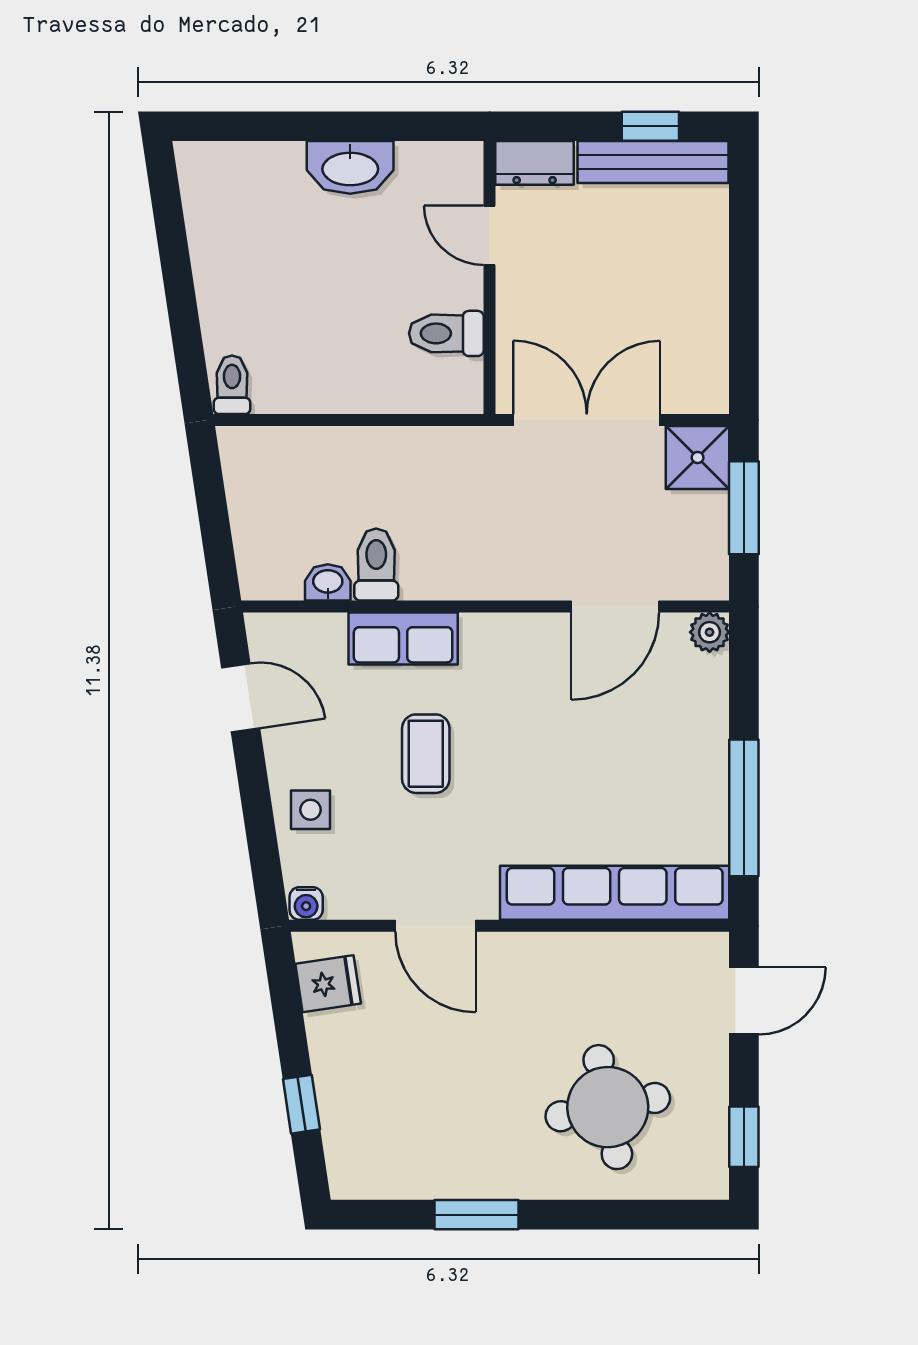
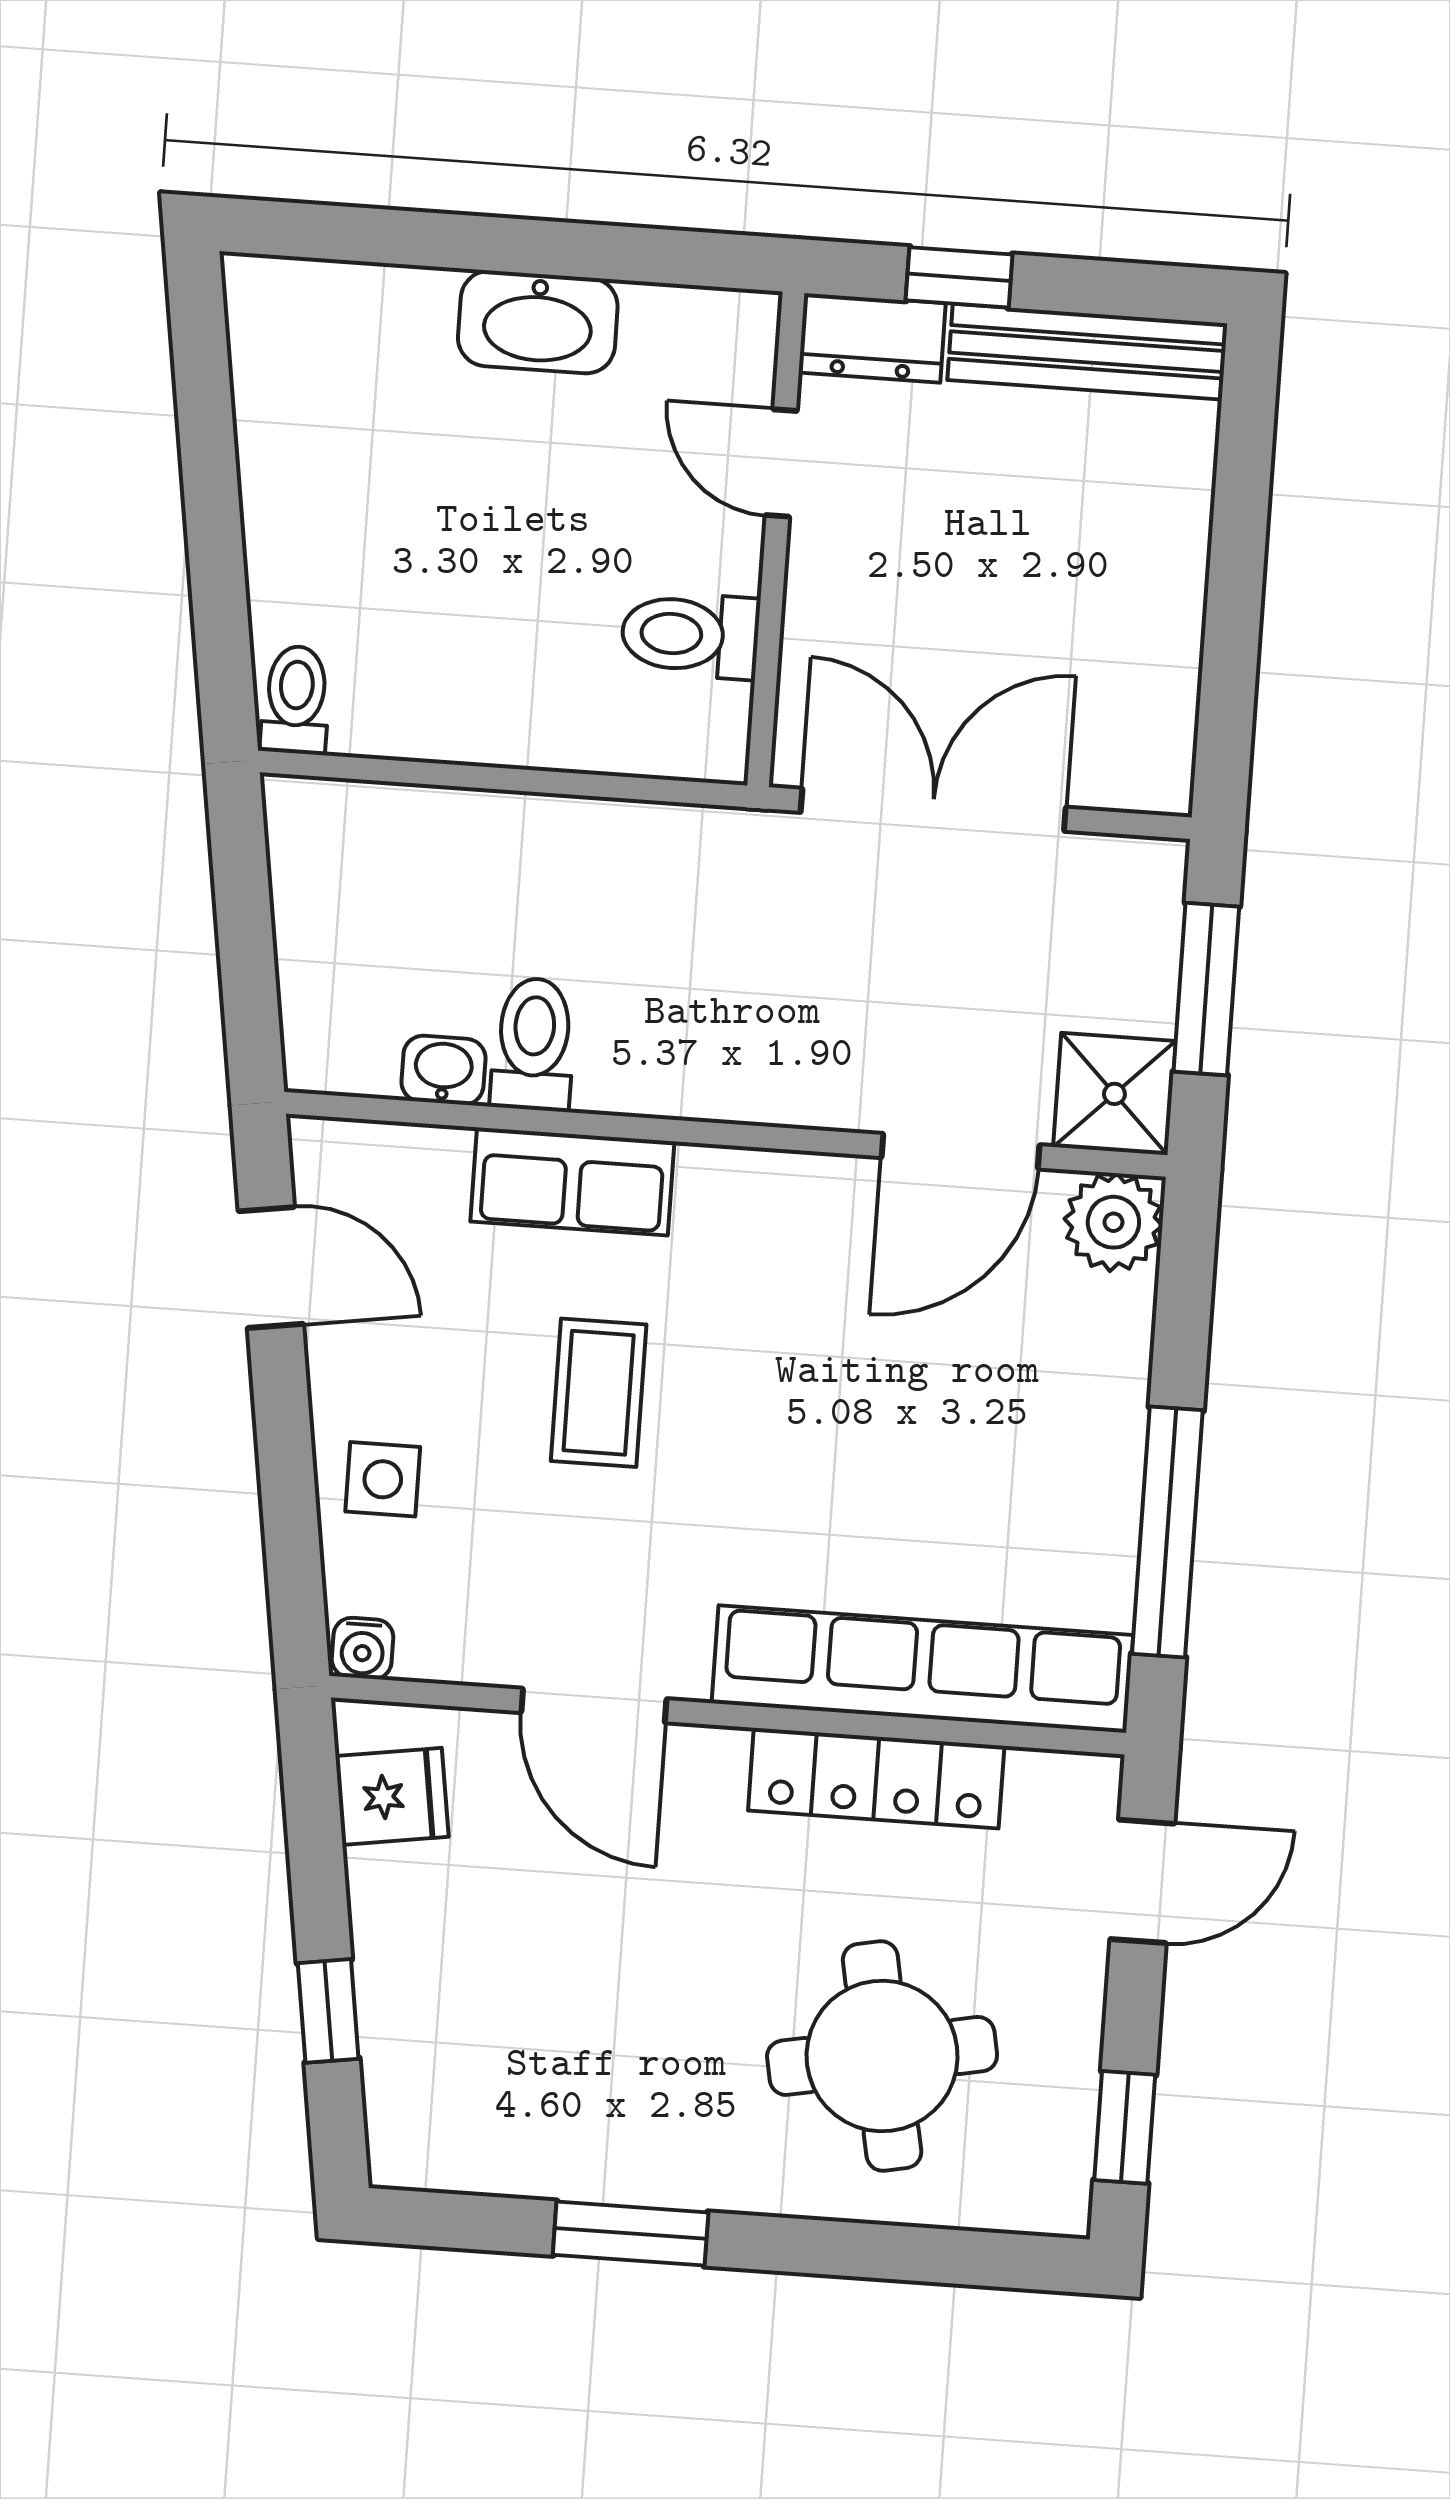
window: (650, 126) -> (959, 277), moved
shower: (698, 458) -> (1114, 1094), moved
plant: (710, 632) -> (1113, 1222), width x1.38, depth x1.38
locker: (594, 955) -> (876, 1778), added

